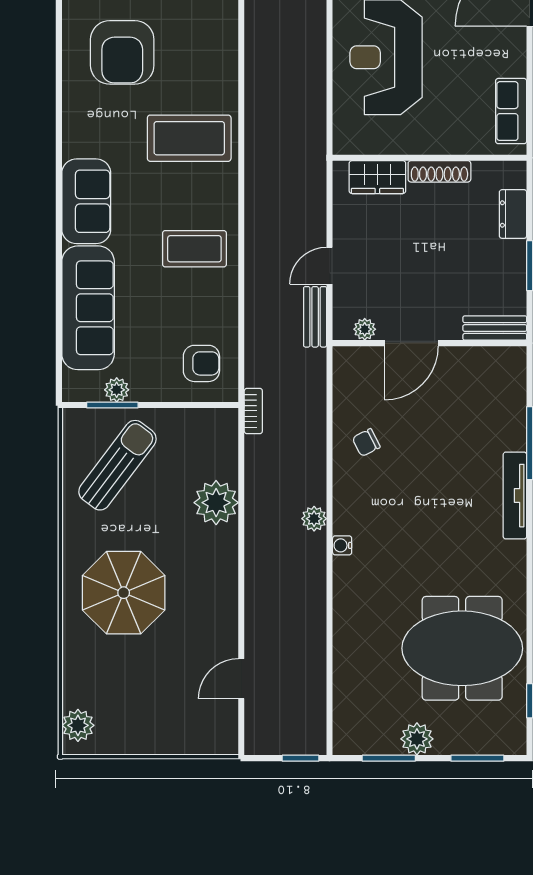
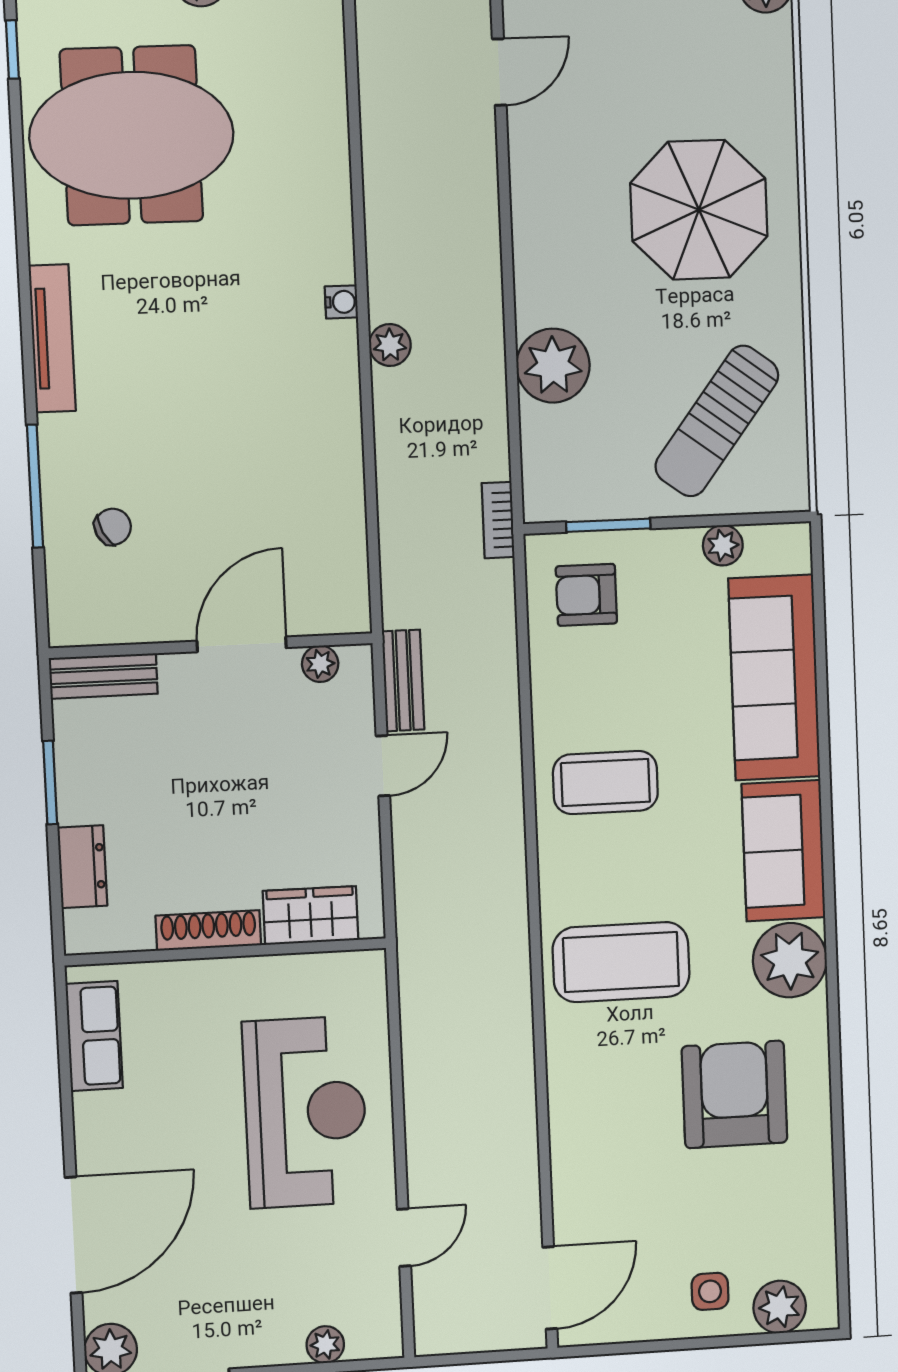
plant: (85, 134) -> (790, 960), added
window: (112, 405) -> (608, 525), moved
chair: (366, 443) -> (113, 527), moved
tv unit: (515, 496) -> (52, 338), moved

